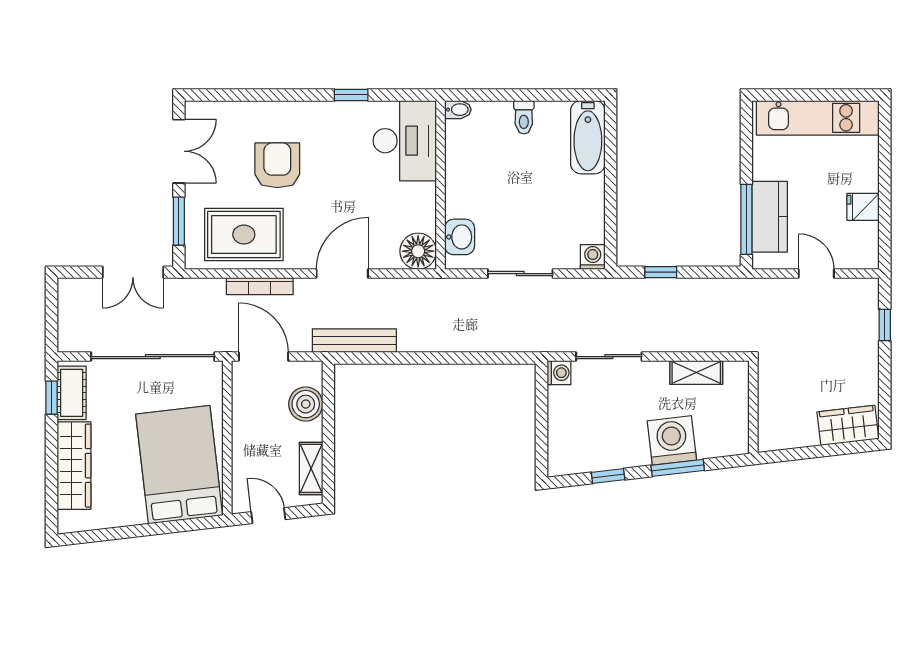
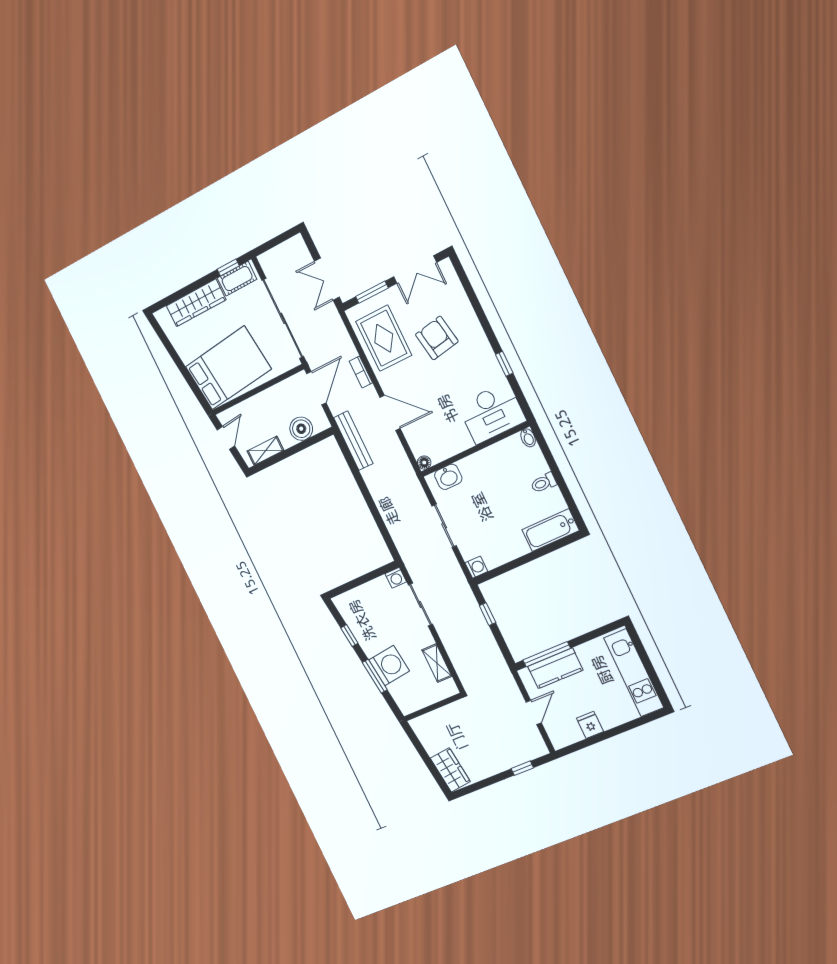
armchair: (277, 165) -> (437, 338), turned -100
floor lamp: (418, 251) -> (424, 463), width x0.53, depth x0.53
bookcase: (260, 286) -> (361, 372), width x0.64

